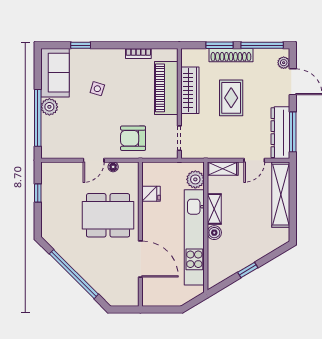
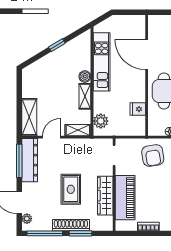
armchair: (133, 138) -> (153, 155), turned 81
shelving: (281, 195) -> (29, 117), width x0.68
kitchen unit: (194, 237) -> (102, 62), width x0.73

